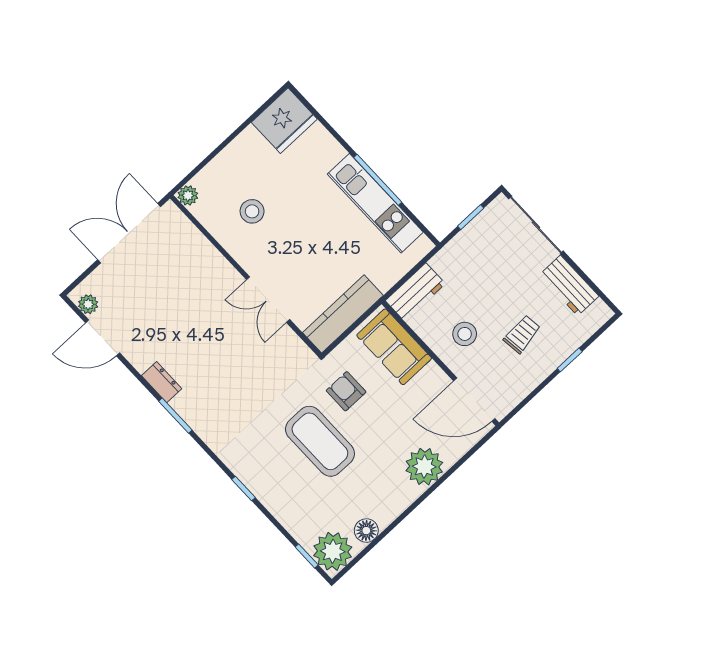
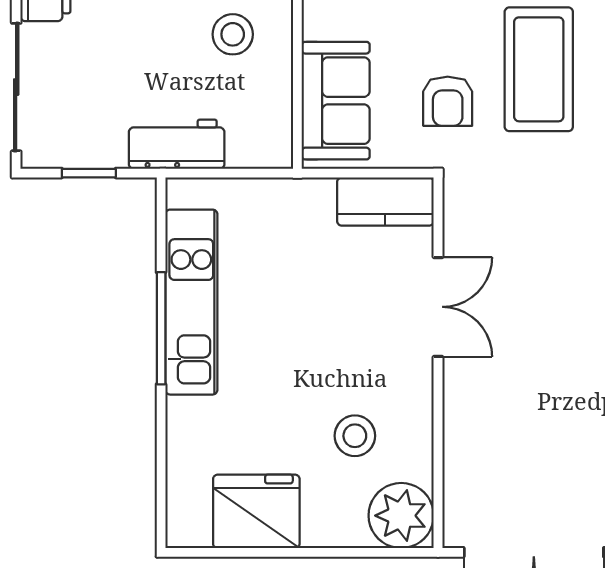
fridge: (284, 121) -> (256, 511), moved
plant: (188, 195) -> (401, 516), width x1.88, depth x1.88
workbench: (415, 292) -> (177, 144), moved
kitchen counter: (343, 314) -> (385, 202), width x0.67

